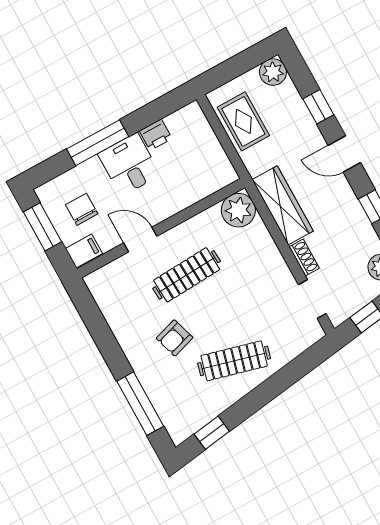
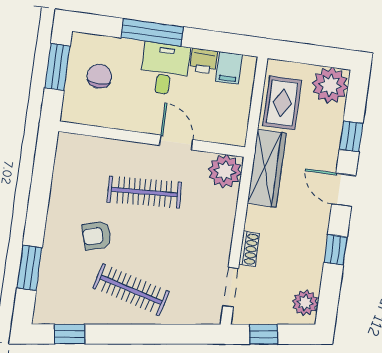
plant: (273, 72) -> (330, 85), width x1.36, depth x1.36
wardrobe: (283, 205) -> (267, 168), moved
door: (140, 240) -> (176, 143), moved
filing cabinet: (84, 251) -> (229, 68), moved, turned 90
window: (140, 404) -> (29, 268), width x0.69

